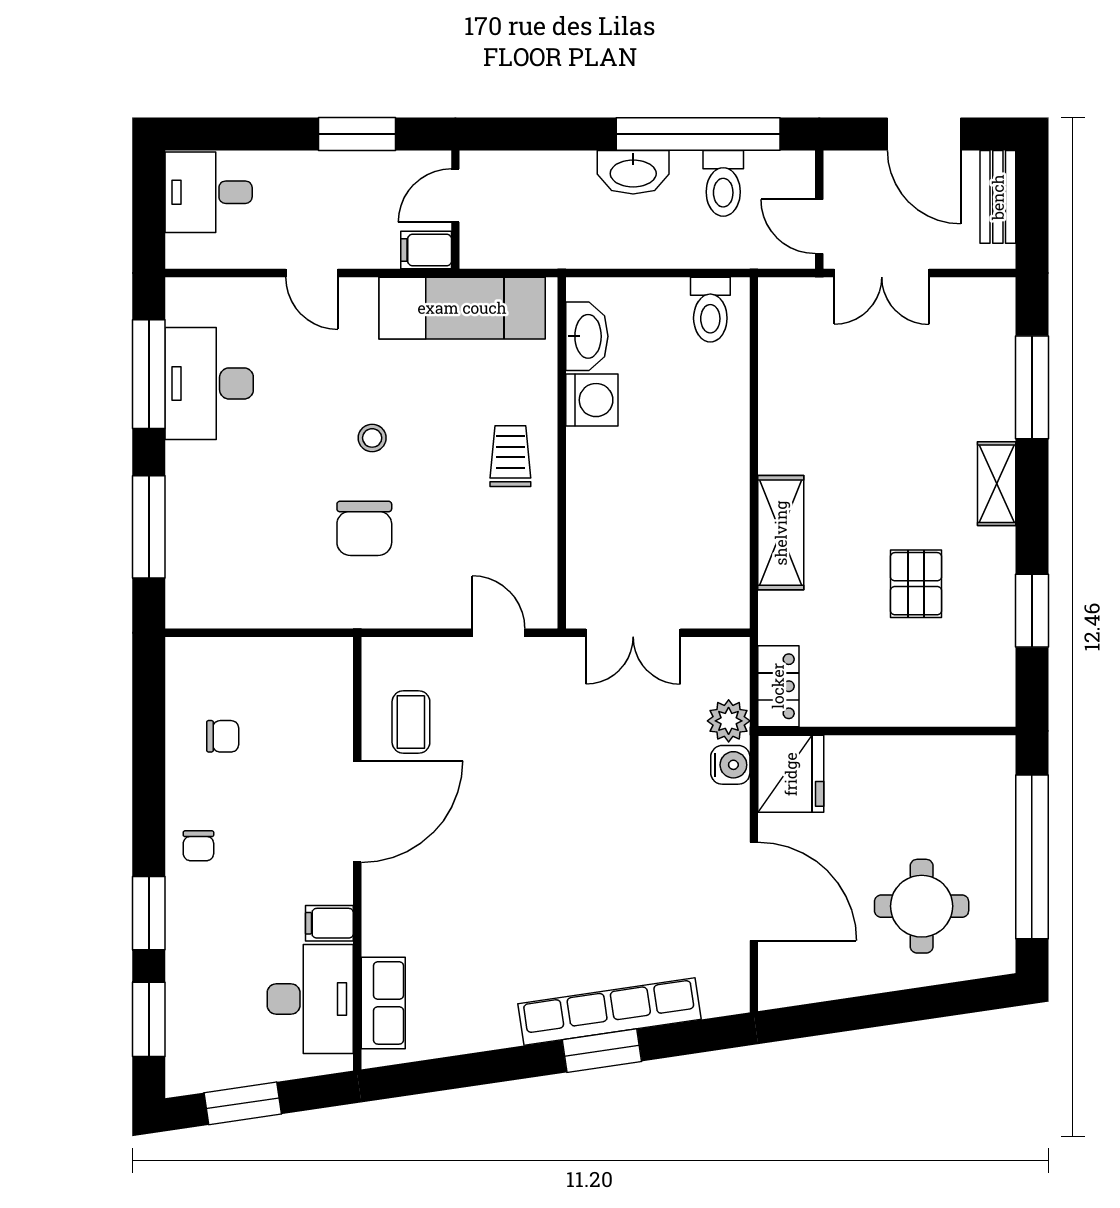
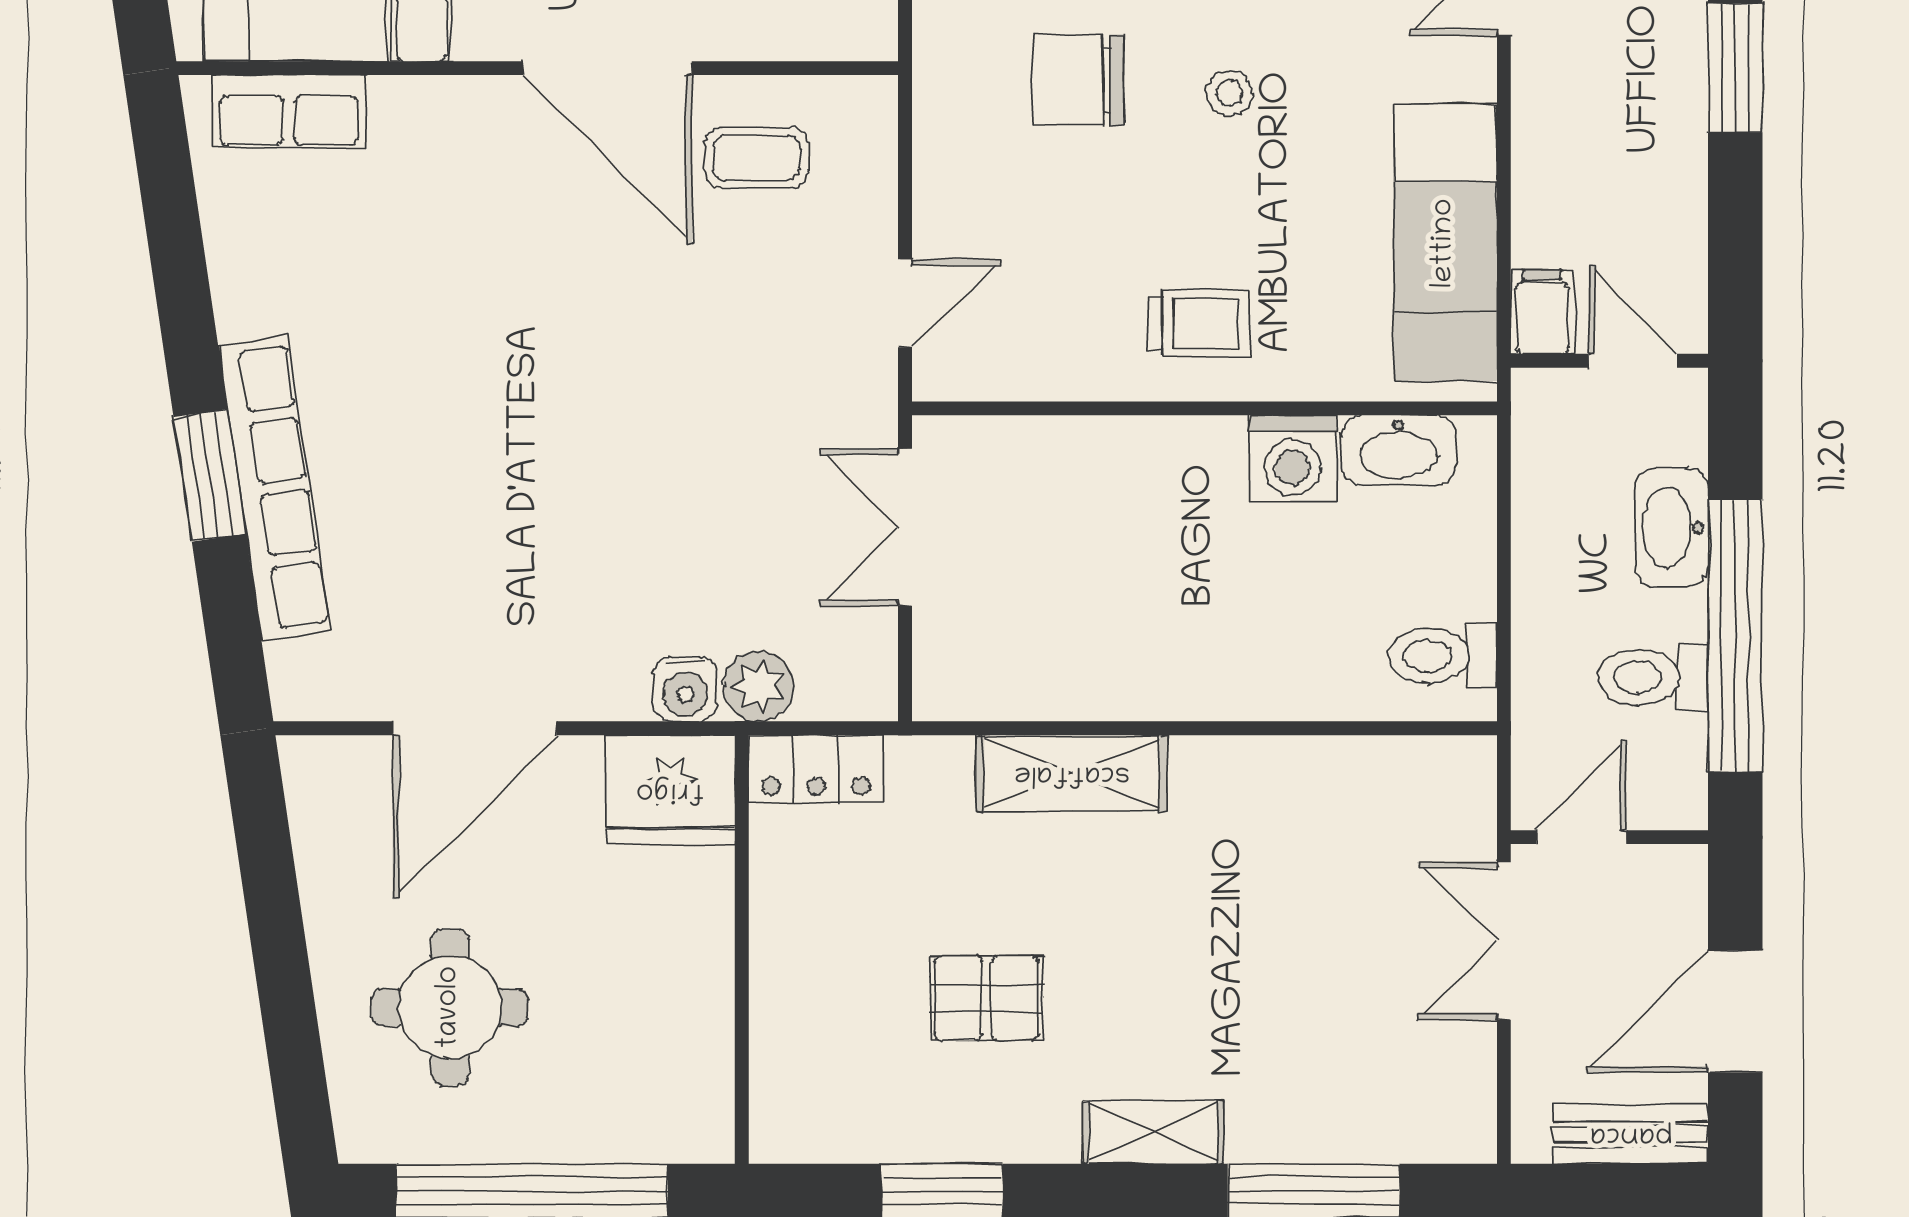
door: (455, 196) -> (1633, 361), moved
wall: (455, 210) -> (1609, 361), moved
filing cabinet: (426, 250) -> (1542, 312), moved

